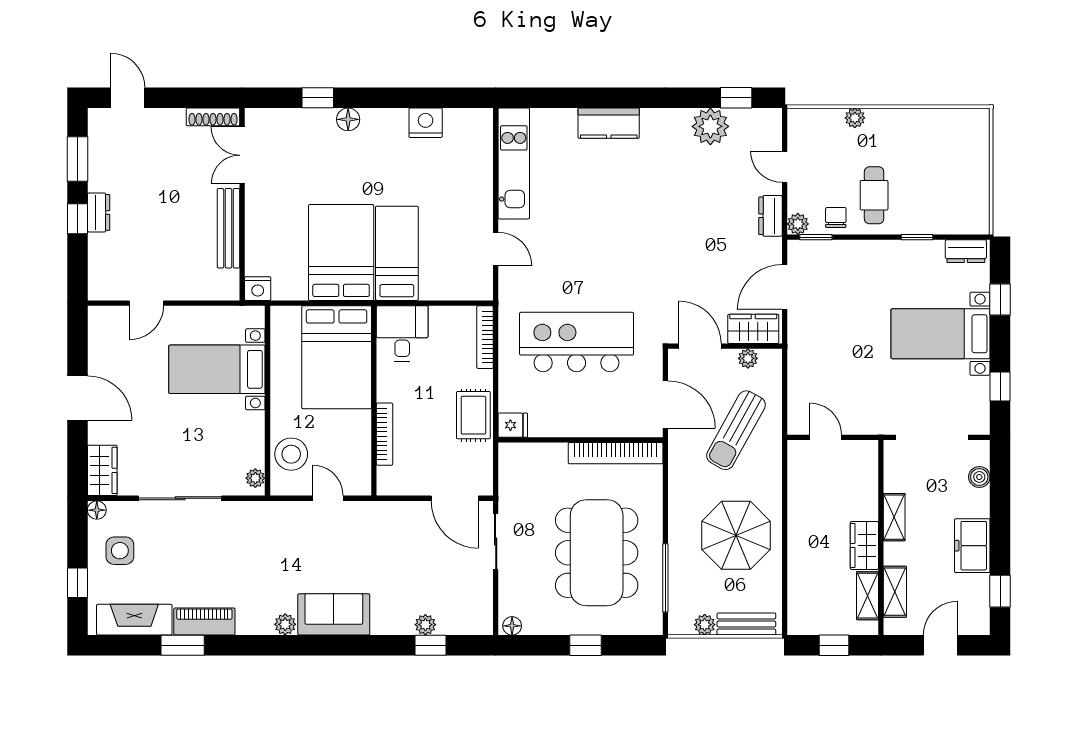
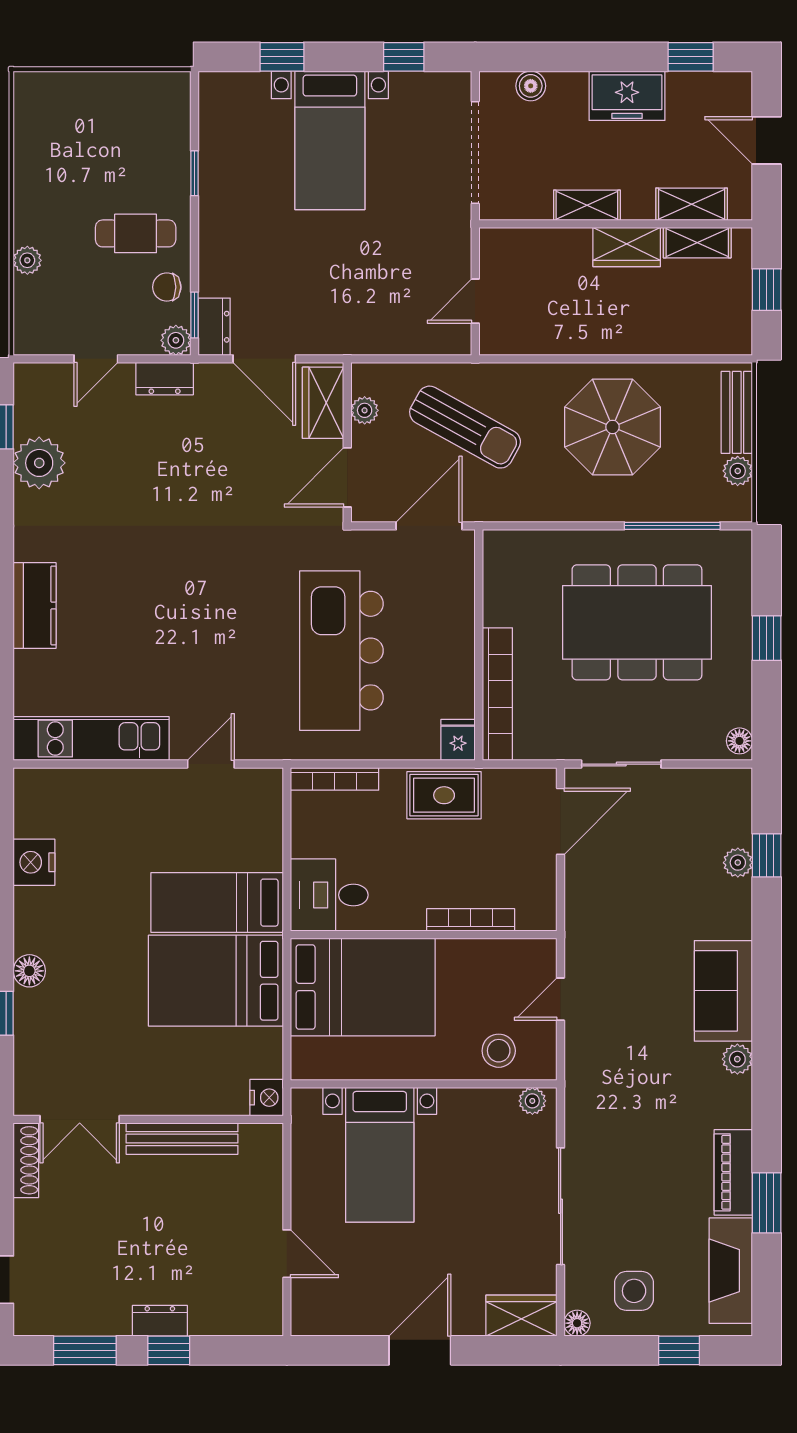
dresser: (966, 251) -> (214, 327), moved
bookcase: (616, 453) -> (497, 694), moved
stool: (291, 454) -> (499, 1051), width x0.73, depth x0.73

